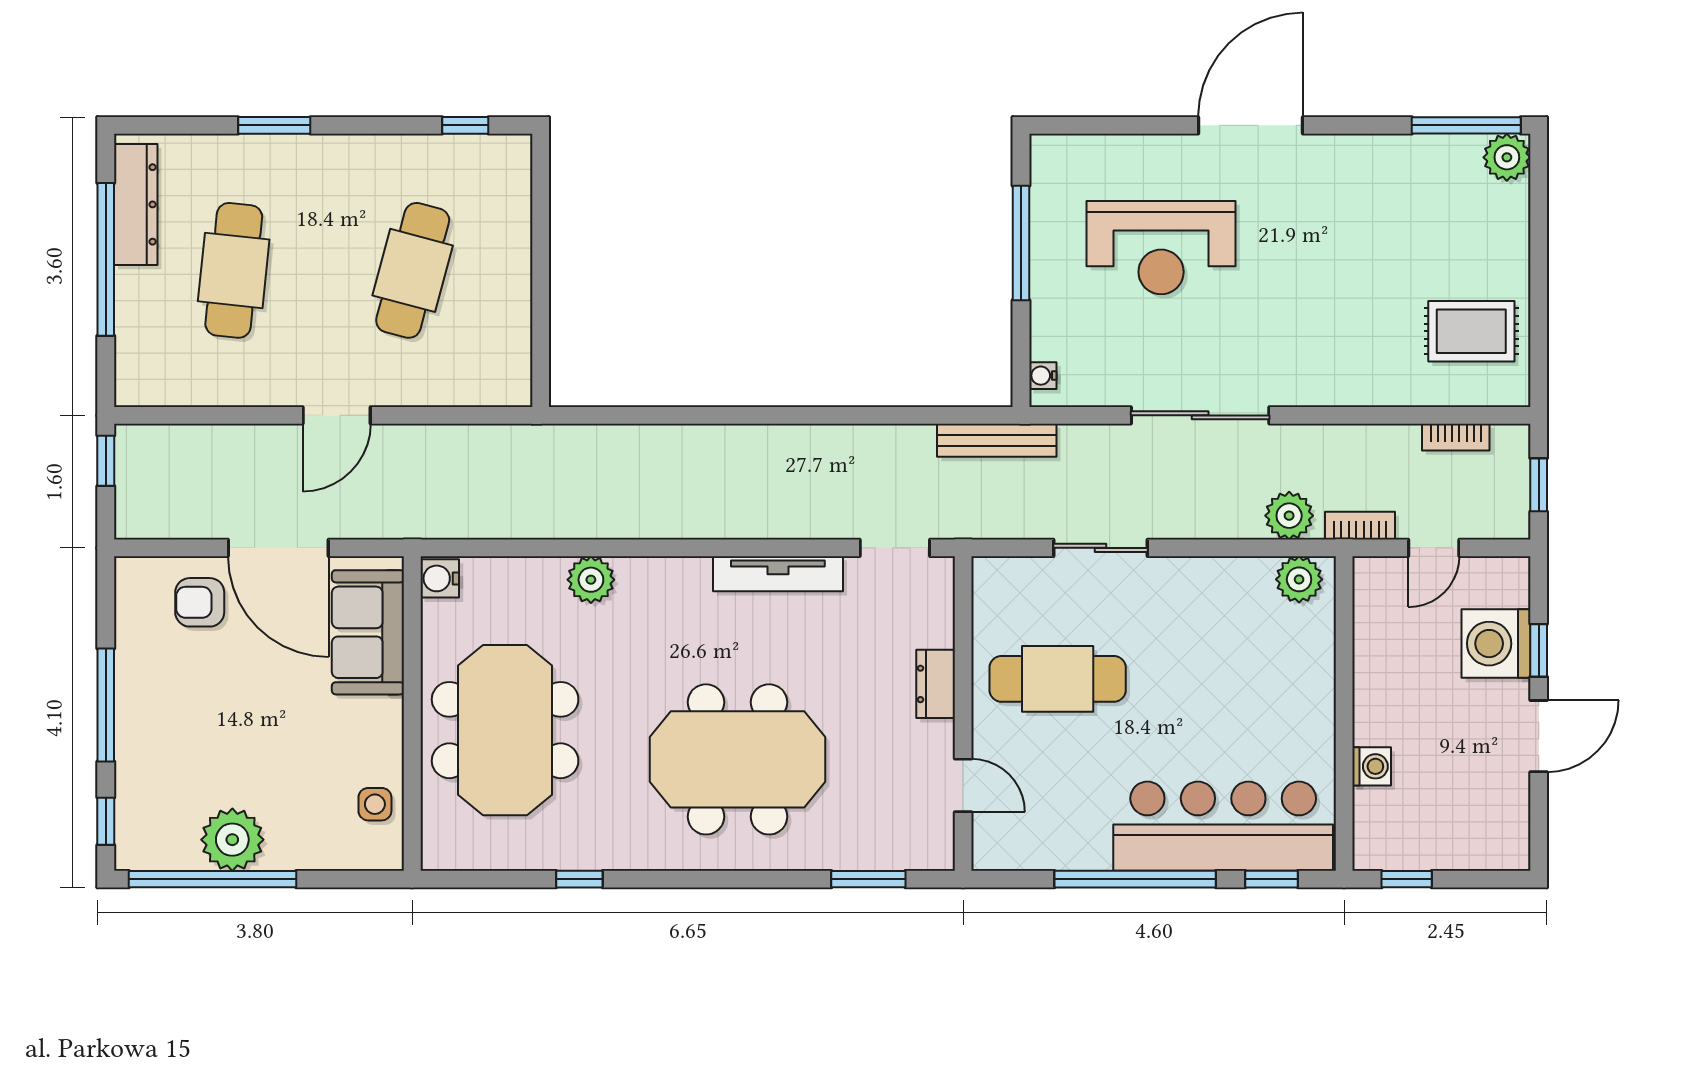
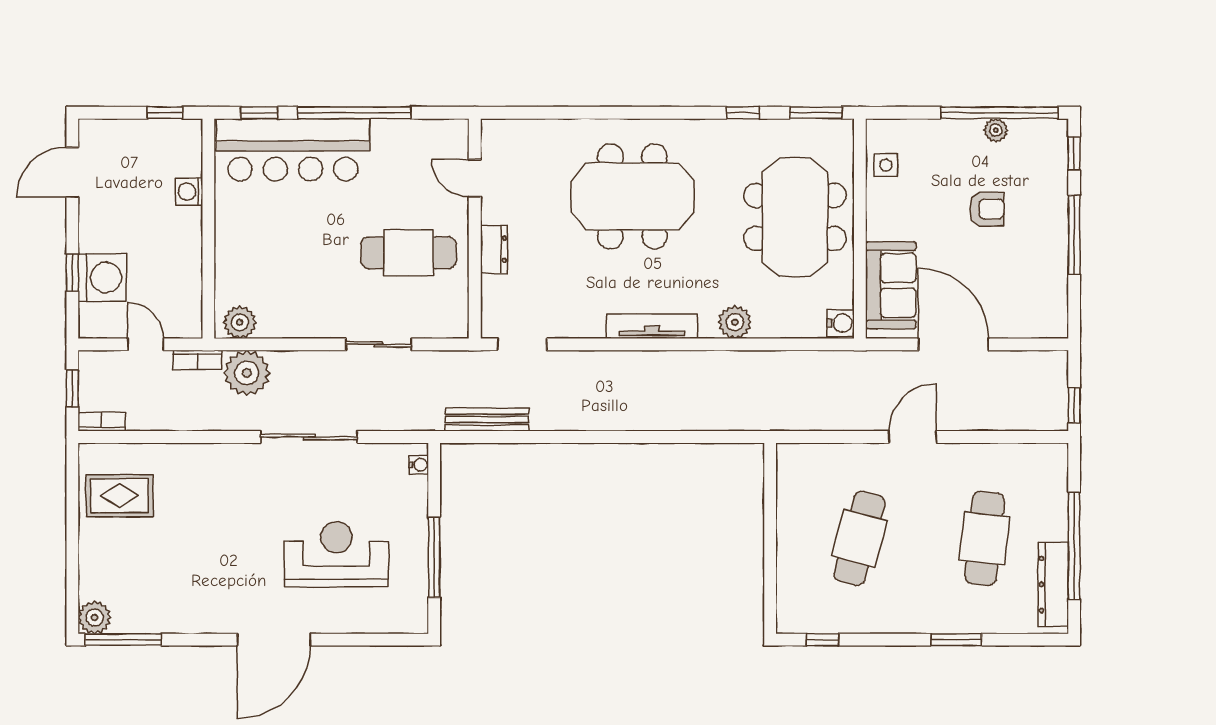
bookcase: (1456, 437) -> (102, 422), moved
bench: (997, 440) -> (487, 420), moved
plant: (1289, 516) -> (247, 373), width x1.36, depth x1.36
door: (1434, 548) -> (146, 344), hinge flipped
tv unit: (778, 574) -> (652, 326), moved
armchair: (200, 602) -> (987, 209), moved
door: (1539, 736) -> (72, 172), moved
plant: (232, 840) -> (996, 130), width x0.53, depth x0.53
window: (868, 879) -> (816, 113), moved

